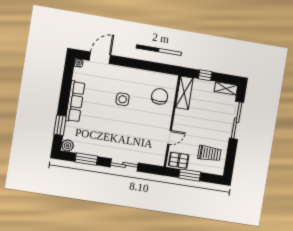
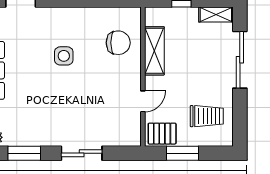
shelving: (184, 93) -> (154, 51), moved
chair: (160, 96) -> (118, 43), turned 90

